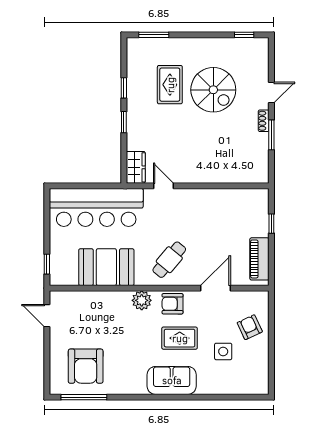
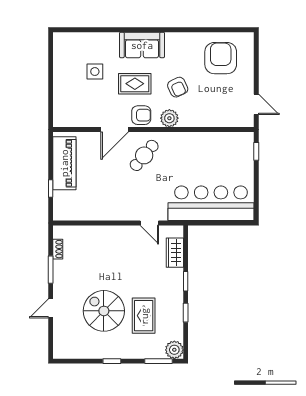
window: (244, 35) -> (112, 361), moved
plant: (136, 47) -> (174, 350), added
shoe rack: (264, 121) -> (58, 249), moved
wardrobe: (136, 167) -> (175, 253), moved
piano: (259, 259) -> (64, 163), width x1.37, depth x1.33
booth: (106, 267) -> (202, 149), removed
door: (215, 288) -> (115, 129), moved
armchair: (250, 327) -> (178, 87), moved
window: (84, 397) -> (222, 30), removed

